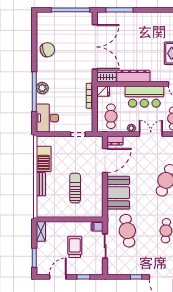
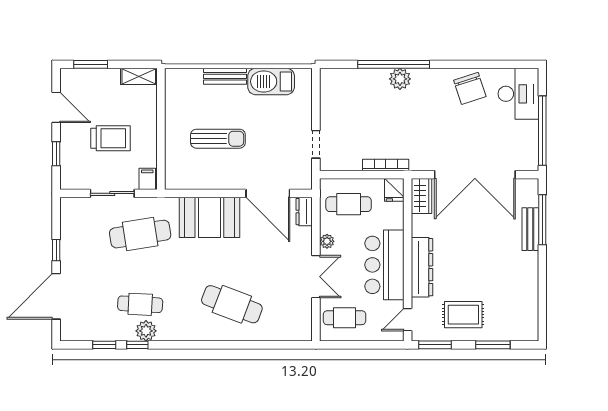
bench: (125, 16) -> (530, 229), added
dresser: (133, 76) -> (422, 267), moved
desk: (47, 118) -> (518, 94), moved, turned 90

